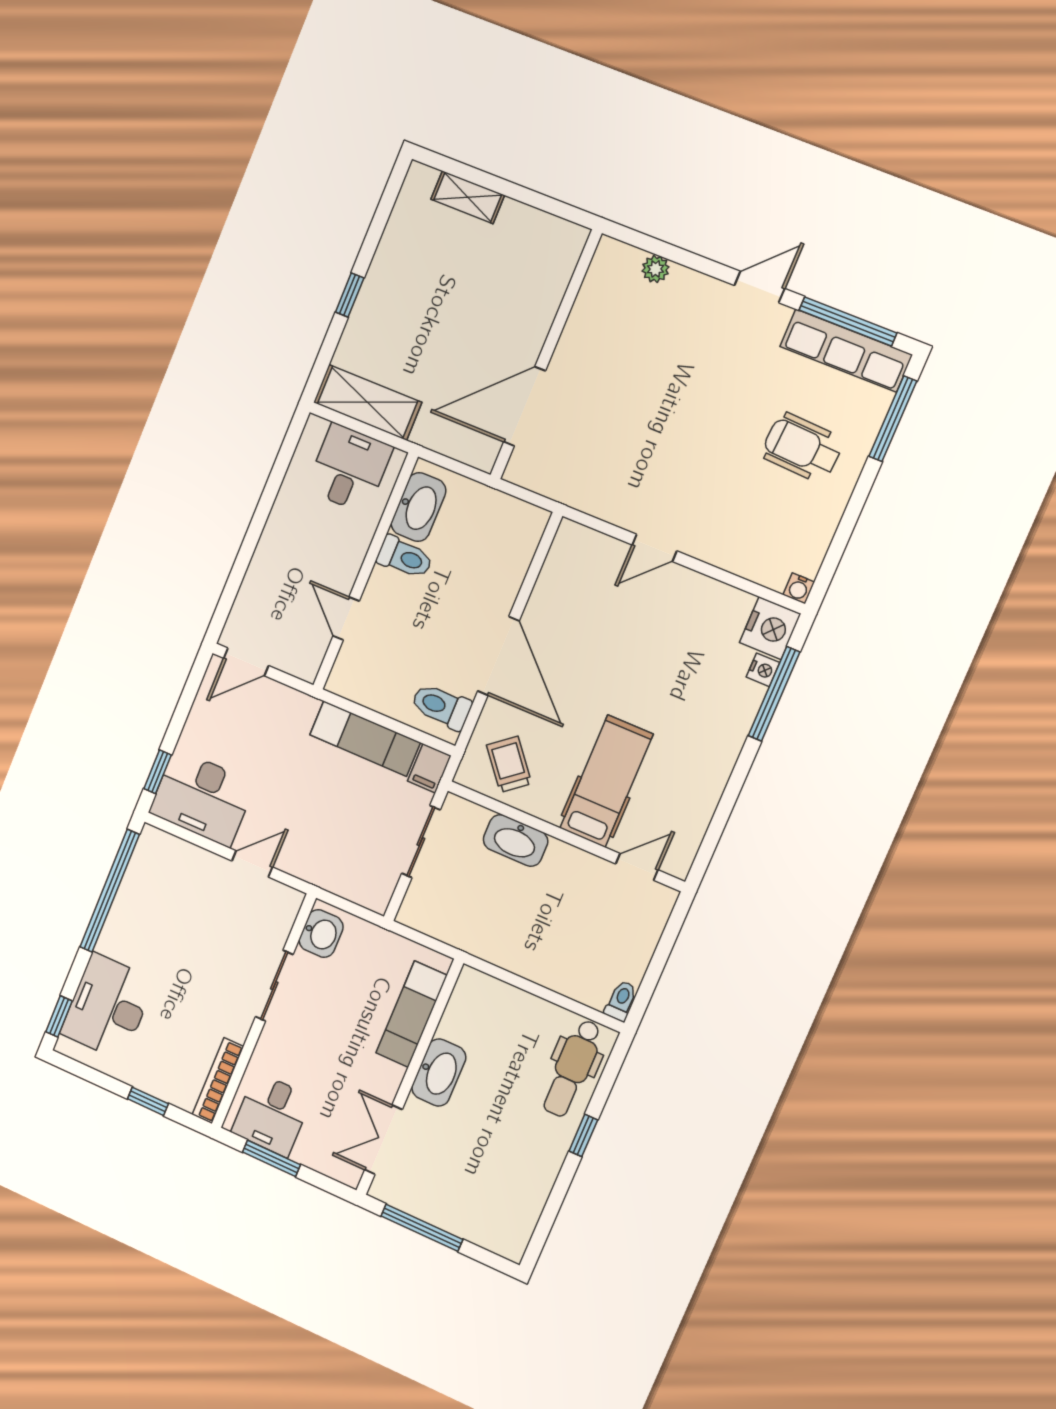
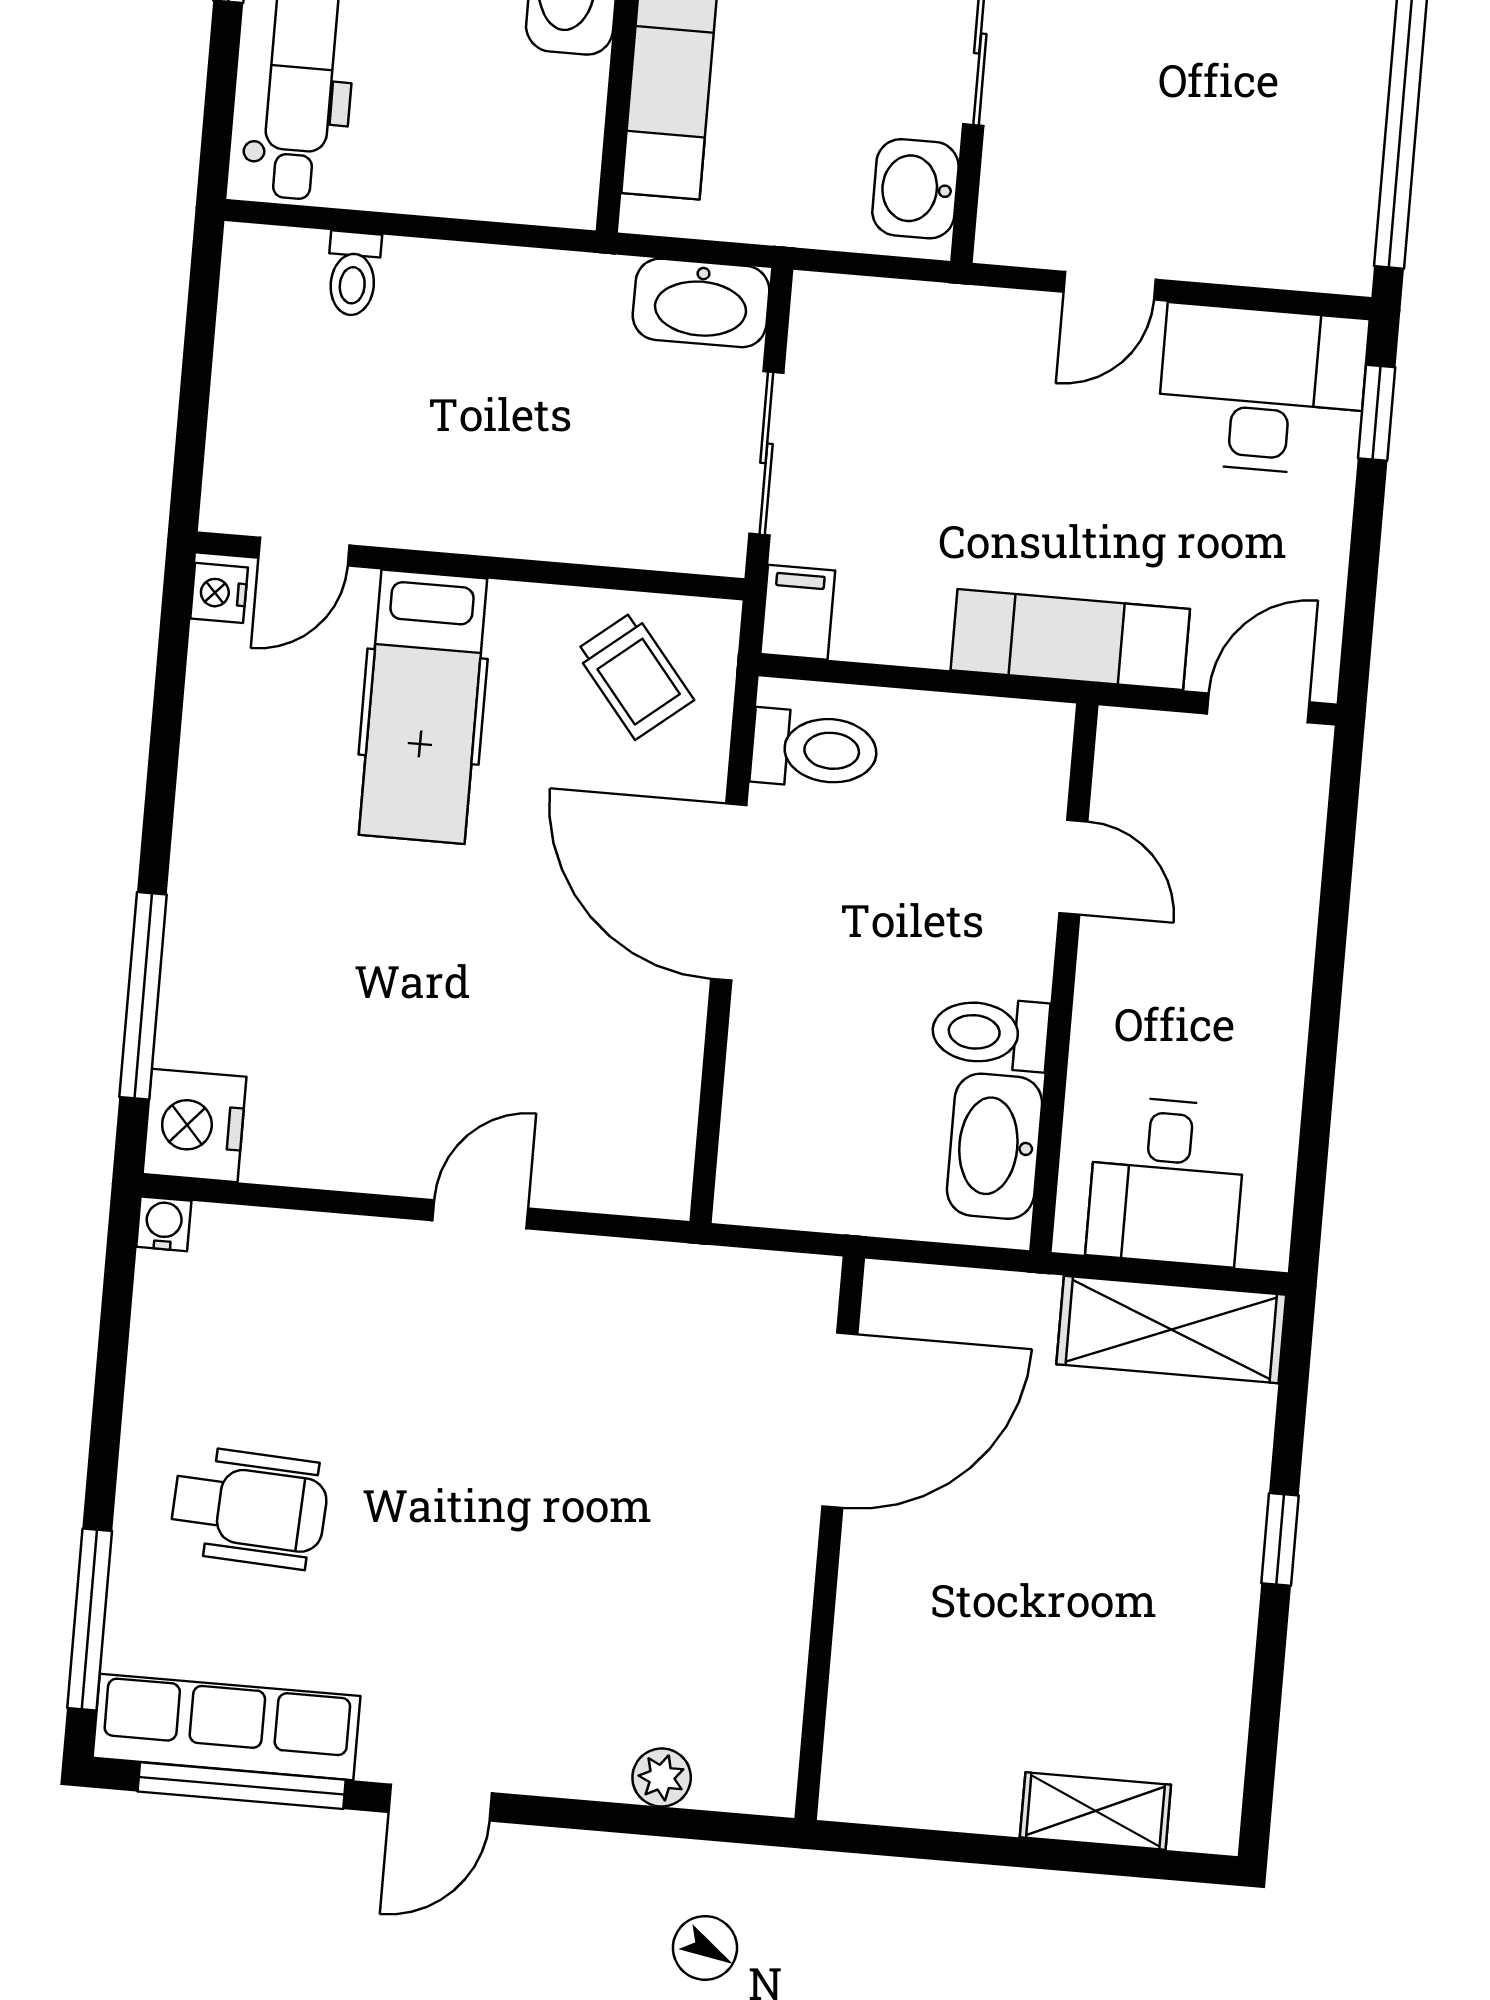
nightstand: (763, 670) -> (219, 593), moved
exam couch: (365, 739) -> (1070, 640), moved
washbasin: (515, 840) -> (701, 303), moved, turned 180
toilet: (621, 1001) -> (353, 274), moved

